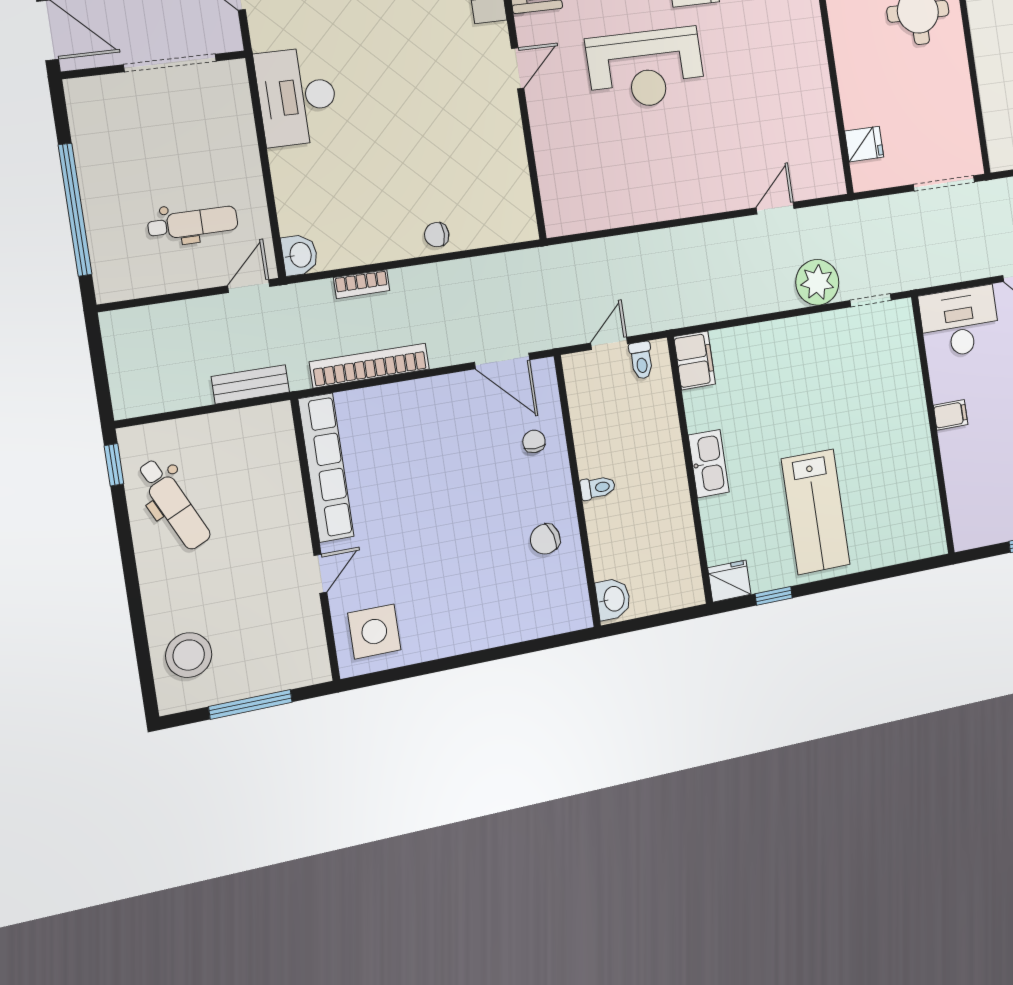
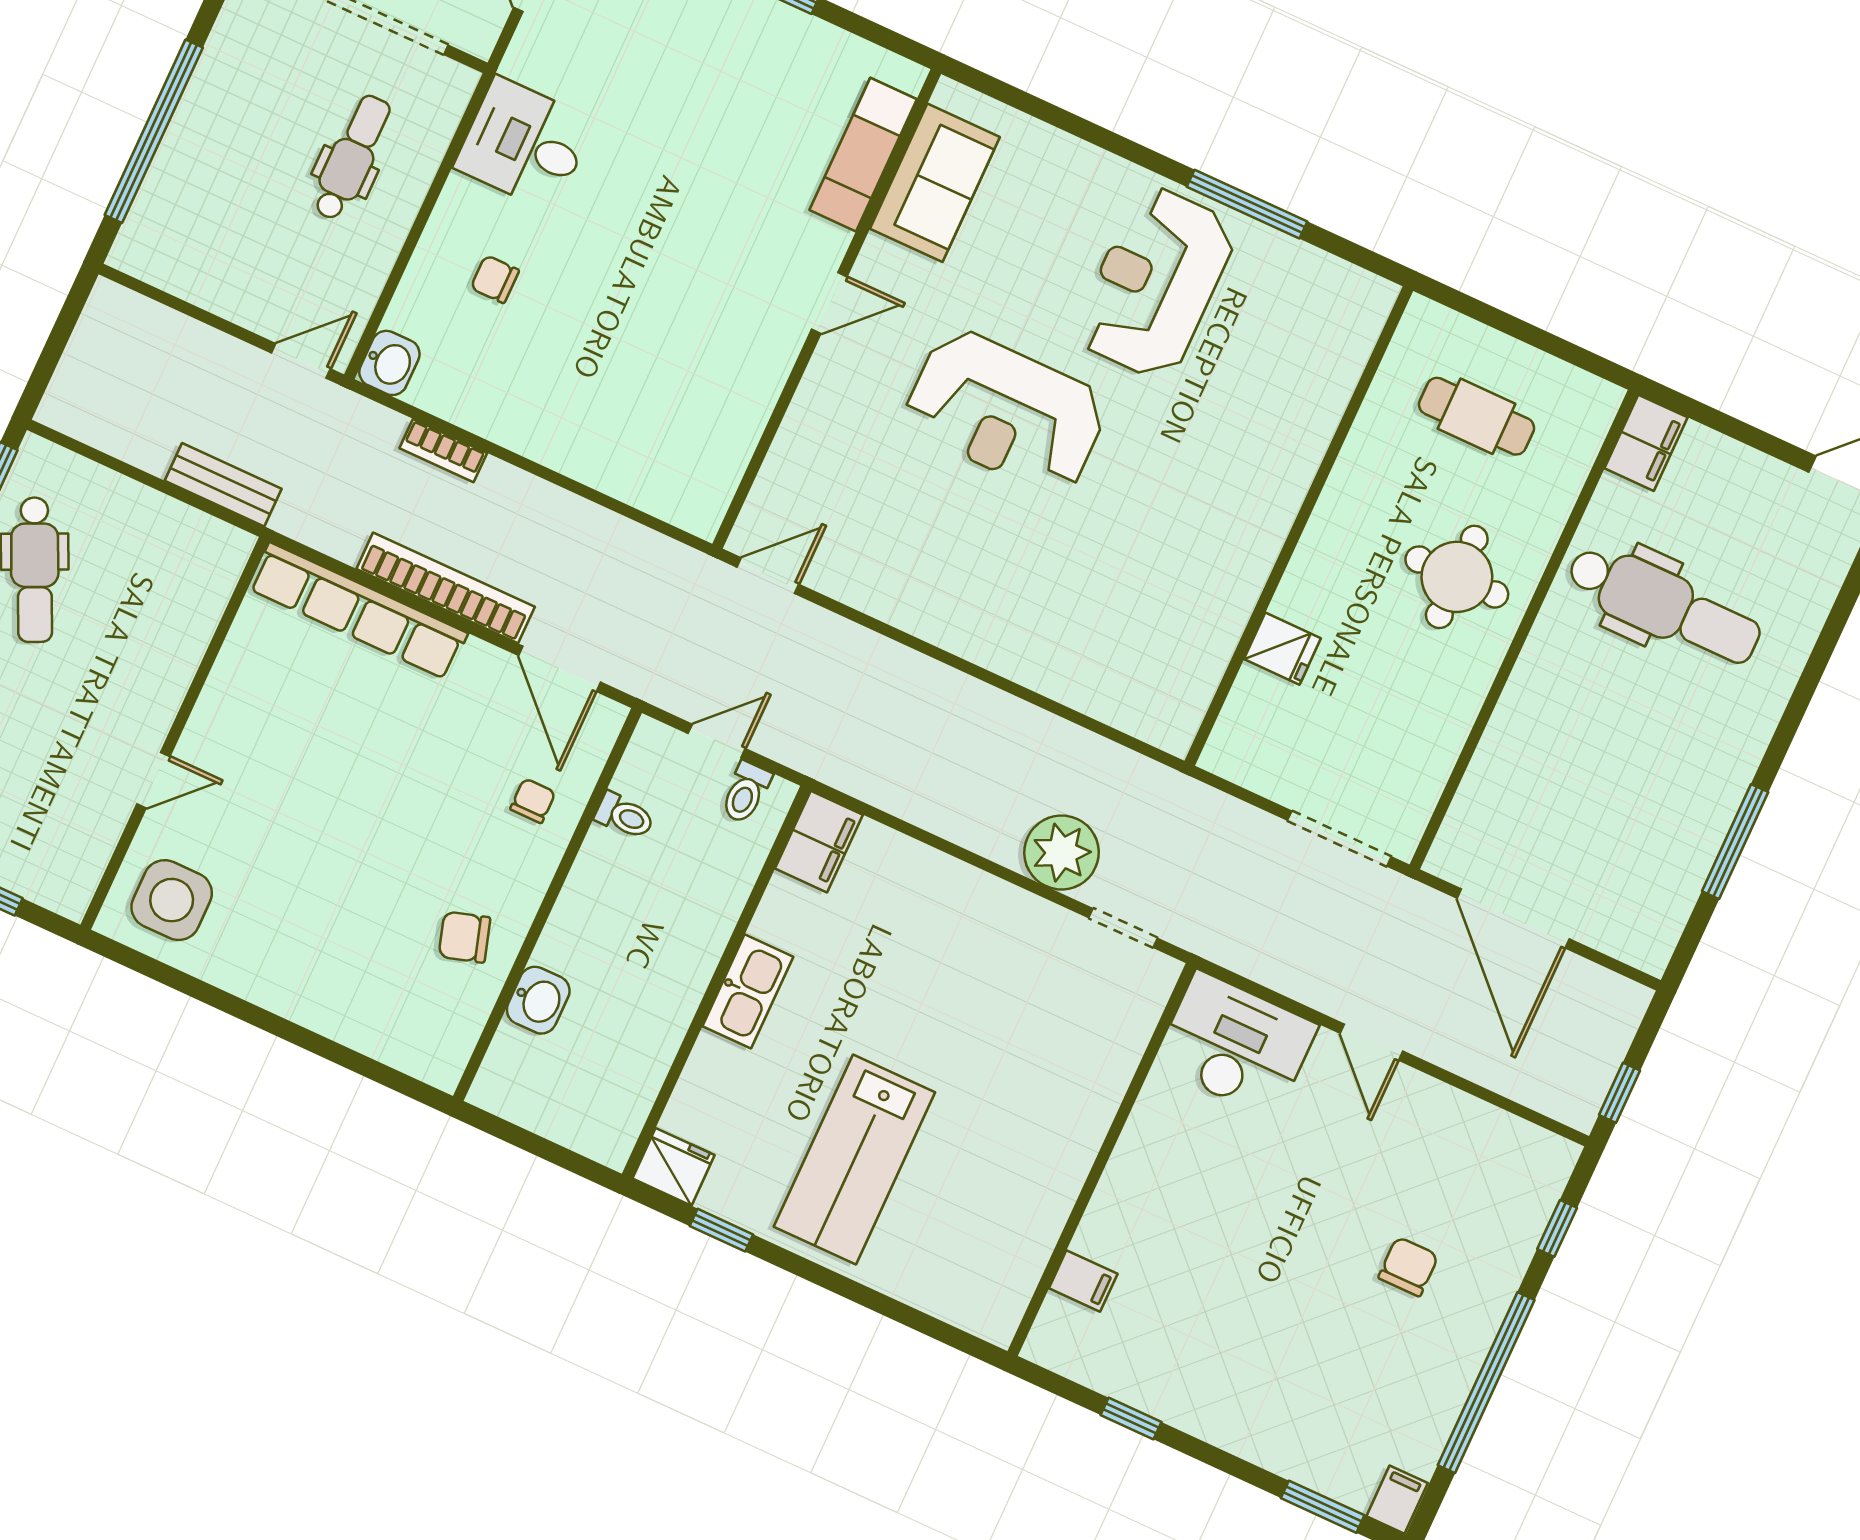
desk: (297, 97) -> (524, 144), width x0.73
fridge: (864, 144) -> (1282, 649), moved
door: (775, 208) -> (768, 576), moved
dental chair: (193, 223) -> (352, 157), moved, turned -90
chair: (437, 235) -> (495, 279), moved
bookcase: (370, 366) -> (446, 588), moved
filing cabinet: (951, 415) -> (1083, 1281), moved
row of seats: (326, 468) -> (358, 611), moved, turned 90
toilet: (598, 488) -> (625, 816), moved
washbasin: (613, 599) -> (538, 1000), moved

